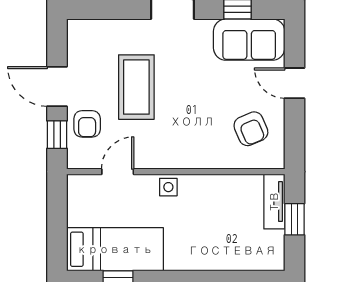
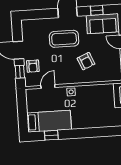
coffee table: (136, 87) -> (64, 39), moved, turned 90
armchair: (251, 129) -> (86, 61), moved

